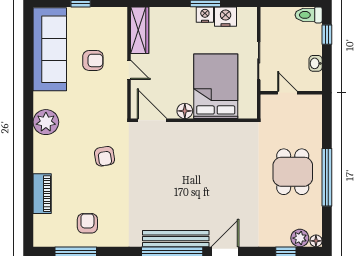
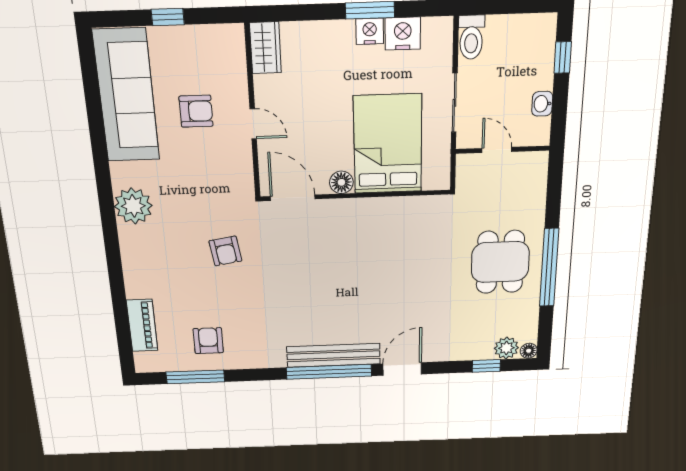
toilet: (309, 15) -> (471, 37), moved, turned -90
wardrobe: (140, 30) -> (265, 48), width x0.67
piano: (42, 194) -> (142, 325), moved

